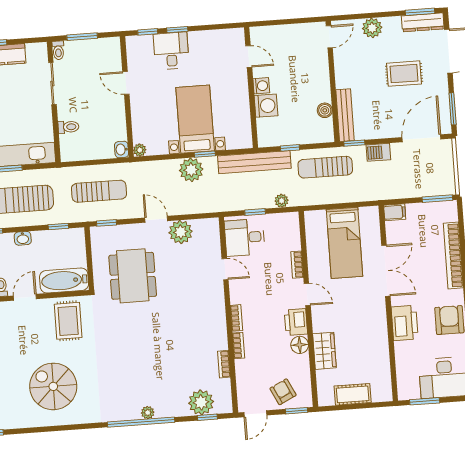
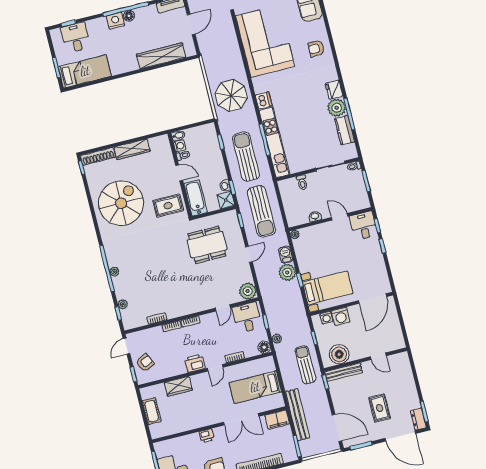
dresser: (423, 22) -> (418, 419), width x0.70
plant: (372, 28) -> (407, 380), removed
door: (329, 37) -> (378, 356), moved
desk: (171, 51) -> (363, 226), moved, turned -90
door: (249, 57) -> (373, 299), width x1.87
door: (126, 83) -> (340, 217), hinge flipped
washing machine: (261, 86) -> (326, 318), moved
boiler: (325, 110) -> (339, 354), width x1.86, depth x1.86
bed with nightstands: (195, 119) -> (328, 288), moved
washbasin: (122, 149) -> (315, 216), moved
barbecue: (378, 152) -> (286, 255), moved
bench: (254, 162) -> (298, 415), moved
sun lounger: (99, 191) -> (261, 211), width x1.36, depth x1.34
filing cabinet: (395, 212) -> (277, 420), width x2.00
plant: (181, 232) -> (248, 291), moved
washbasin: (23, 238) -> (225, 186), moved
shower: (75, 238) -> (226, 200), added
printer: (405, 323) -> (207, 436), width x0.53, depth x0.68
floor lamp: (300, 345) -> (264, 347), moved
spiral stairs: (53, 386) -> (121, 203), width x1.37, depth x1.37
plant: (201, 402) -> (123, 304), width x0.53, depth x0.53
door: (255, 414) -> (126, 346), hinge flipped

